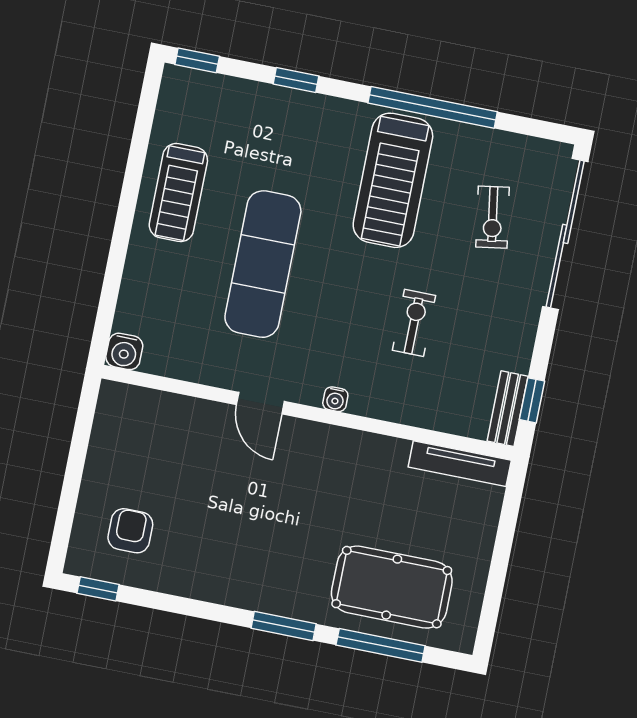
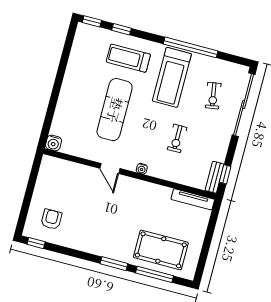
window: (296, 80) -> (121, 29), moved
treadmill: (178, 193) -> (128, 58), moved, turned 90
exercise bike: (414, 323) -> (177, 138), turned 180

